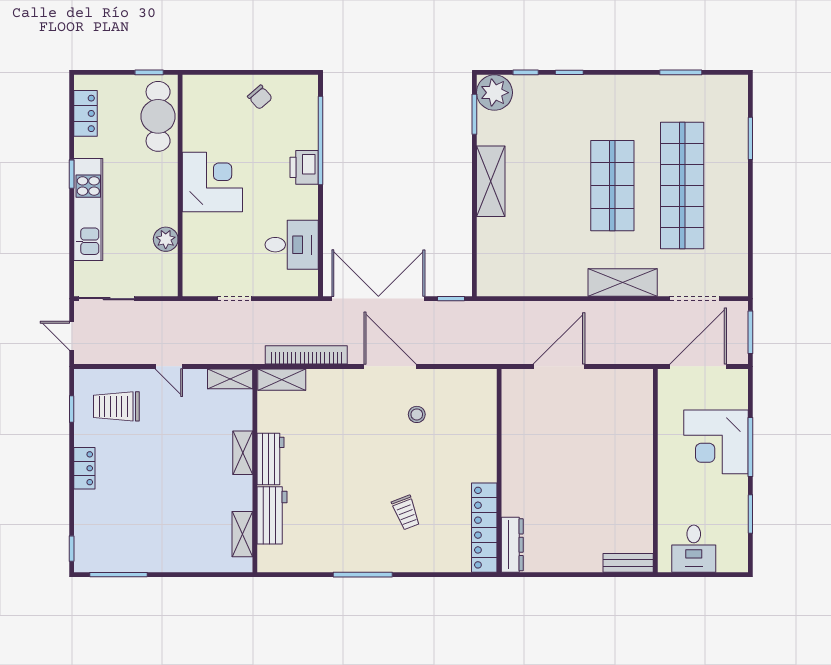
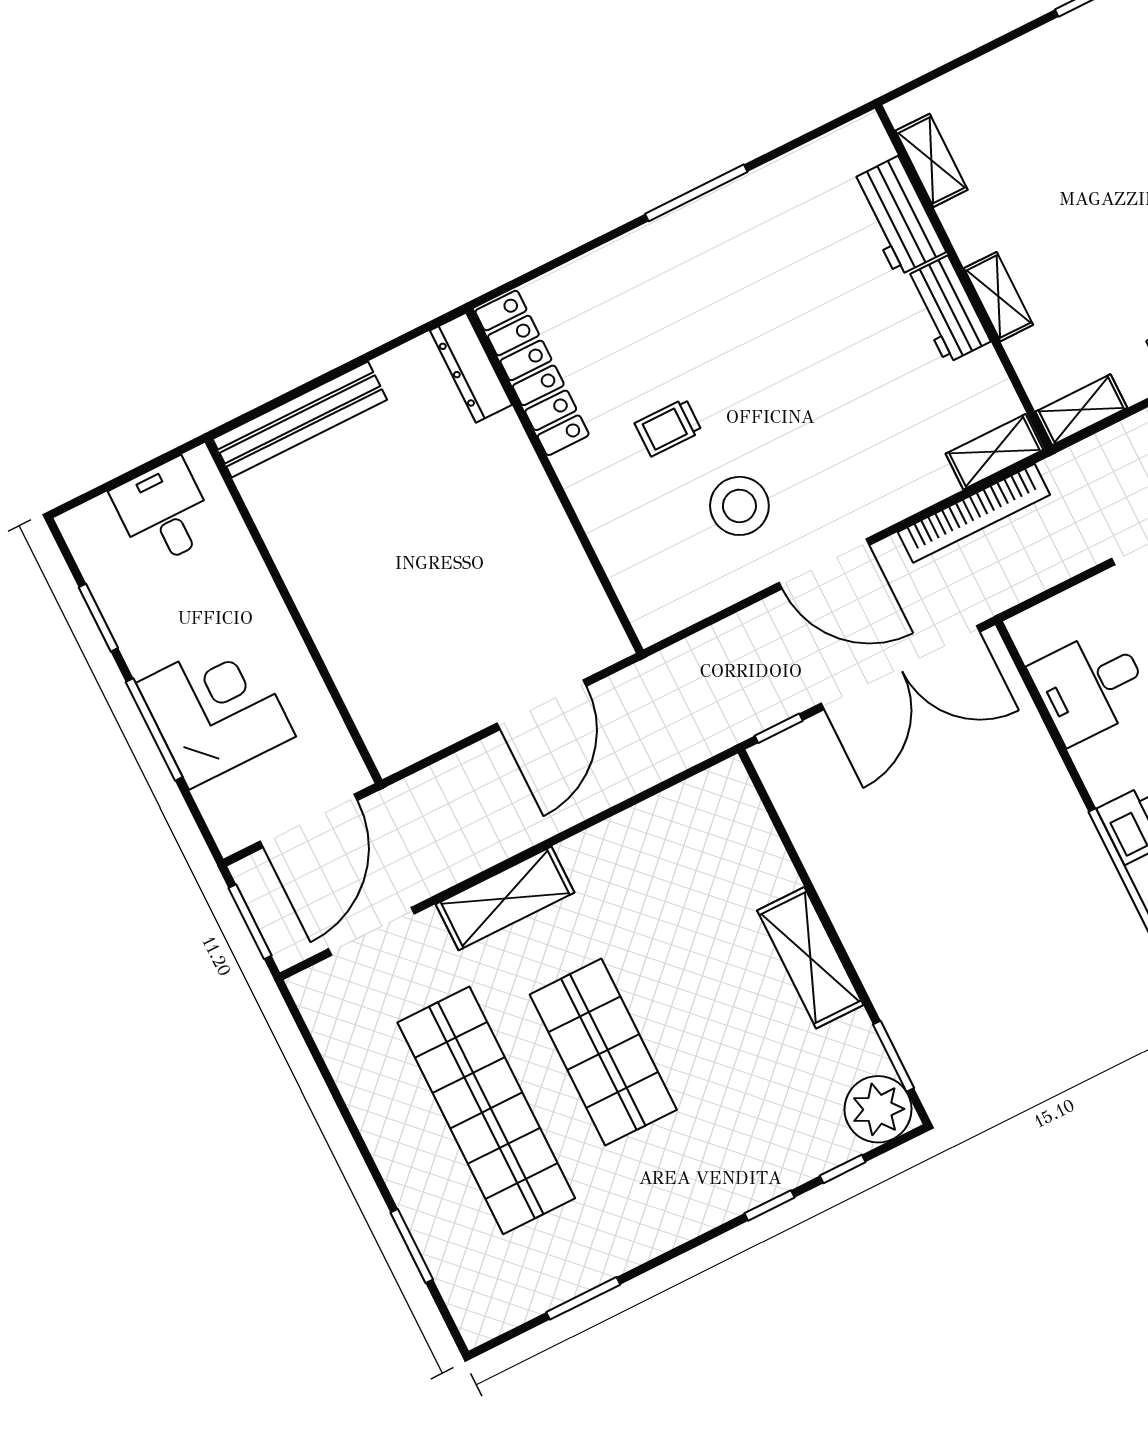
stool: (417, 414) -> (739, 506), width x1.89, depth x1.89
trolley: (406, 513) -> (668, 427), moved, turned -69
bench: (628, 563) -> (300, 419), width x1.86, depth x1.21

